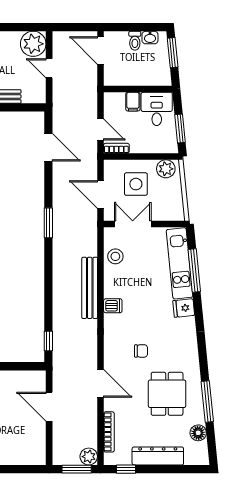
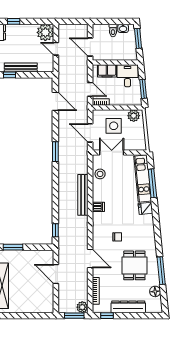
door: (101, 51) -> (90, 47), moved
filing cabinet: (133, 102) -> (107, 71), width x2.00

